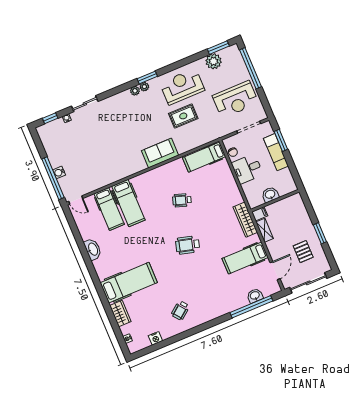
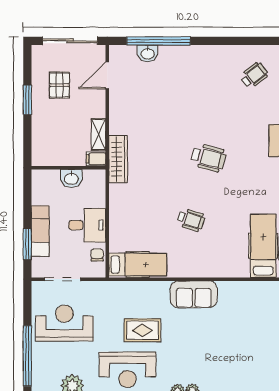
hospital bed: (245, 258) -> (140, 109), removed

